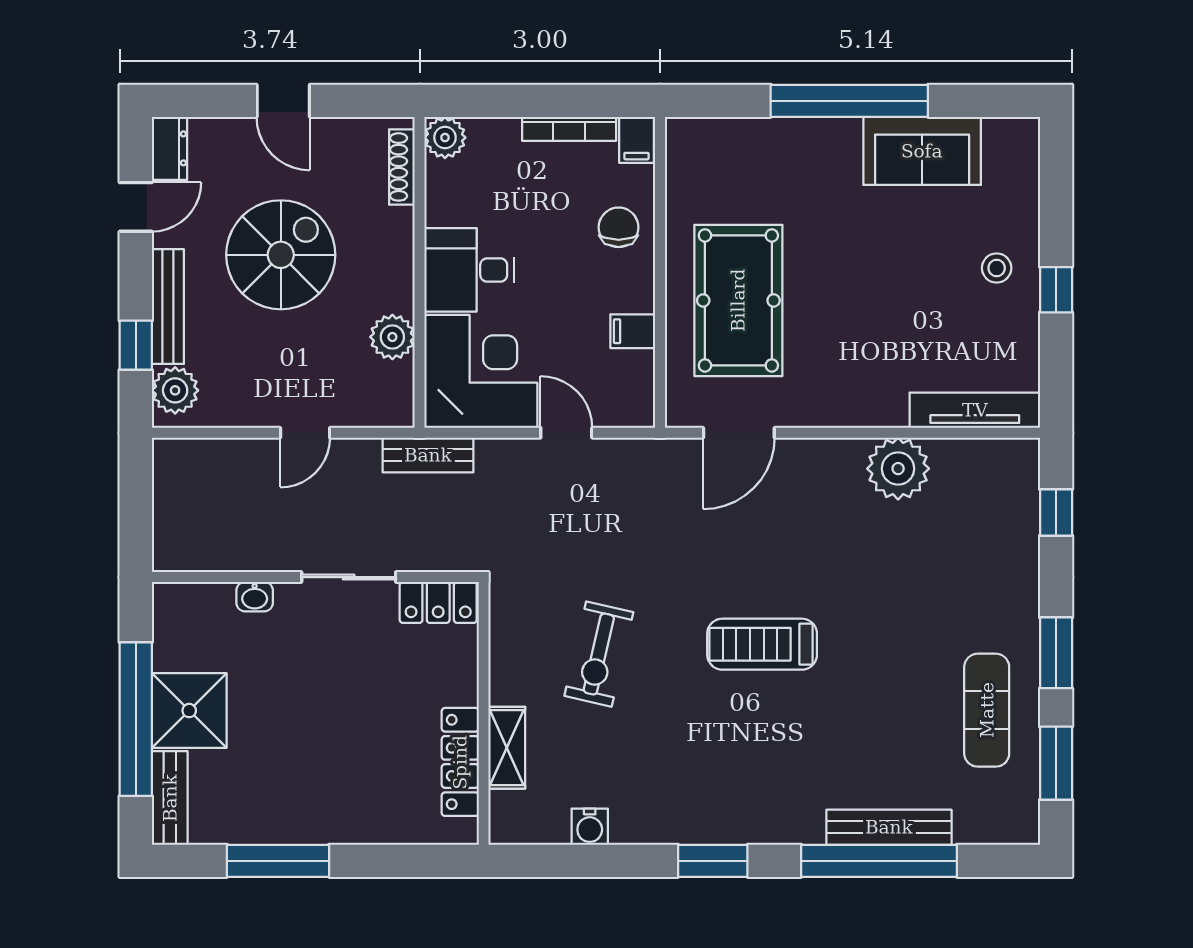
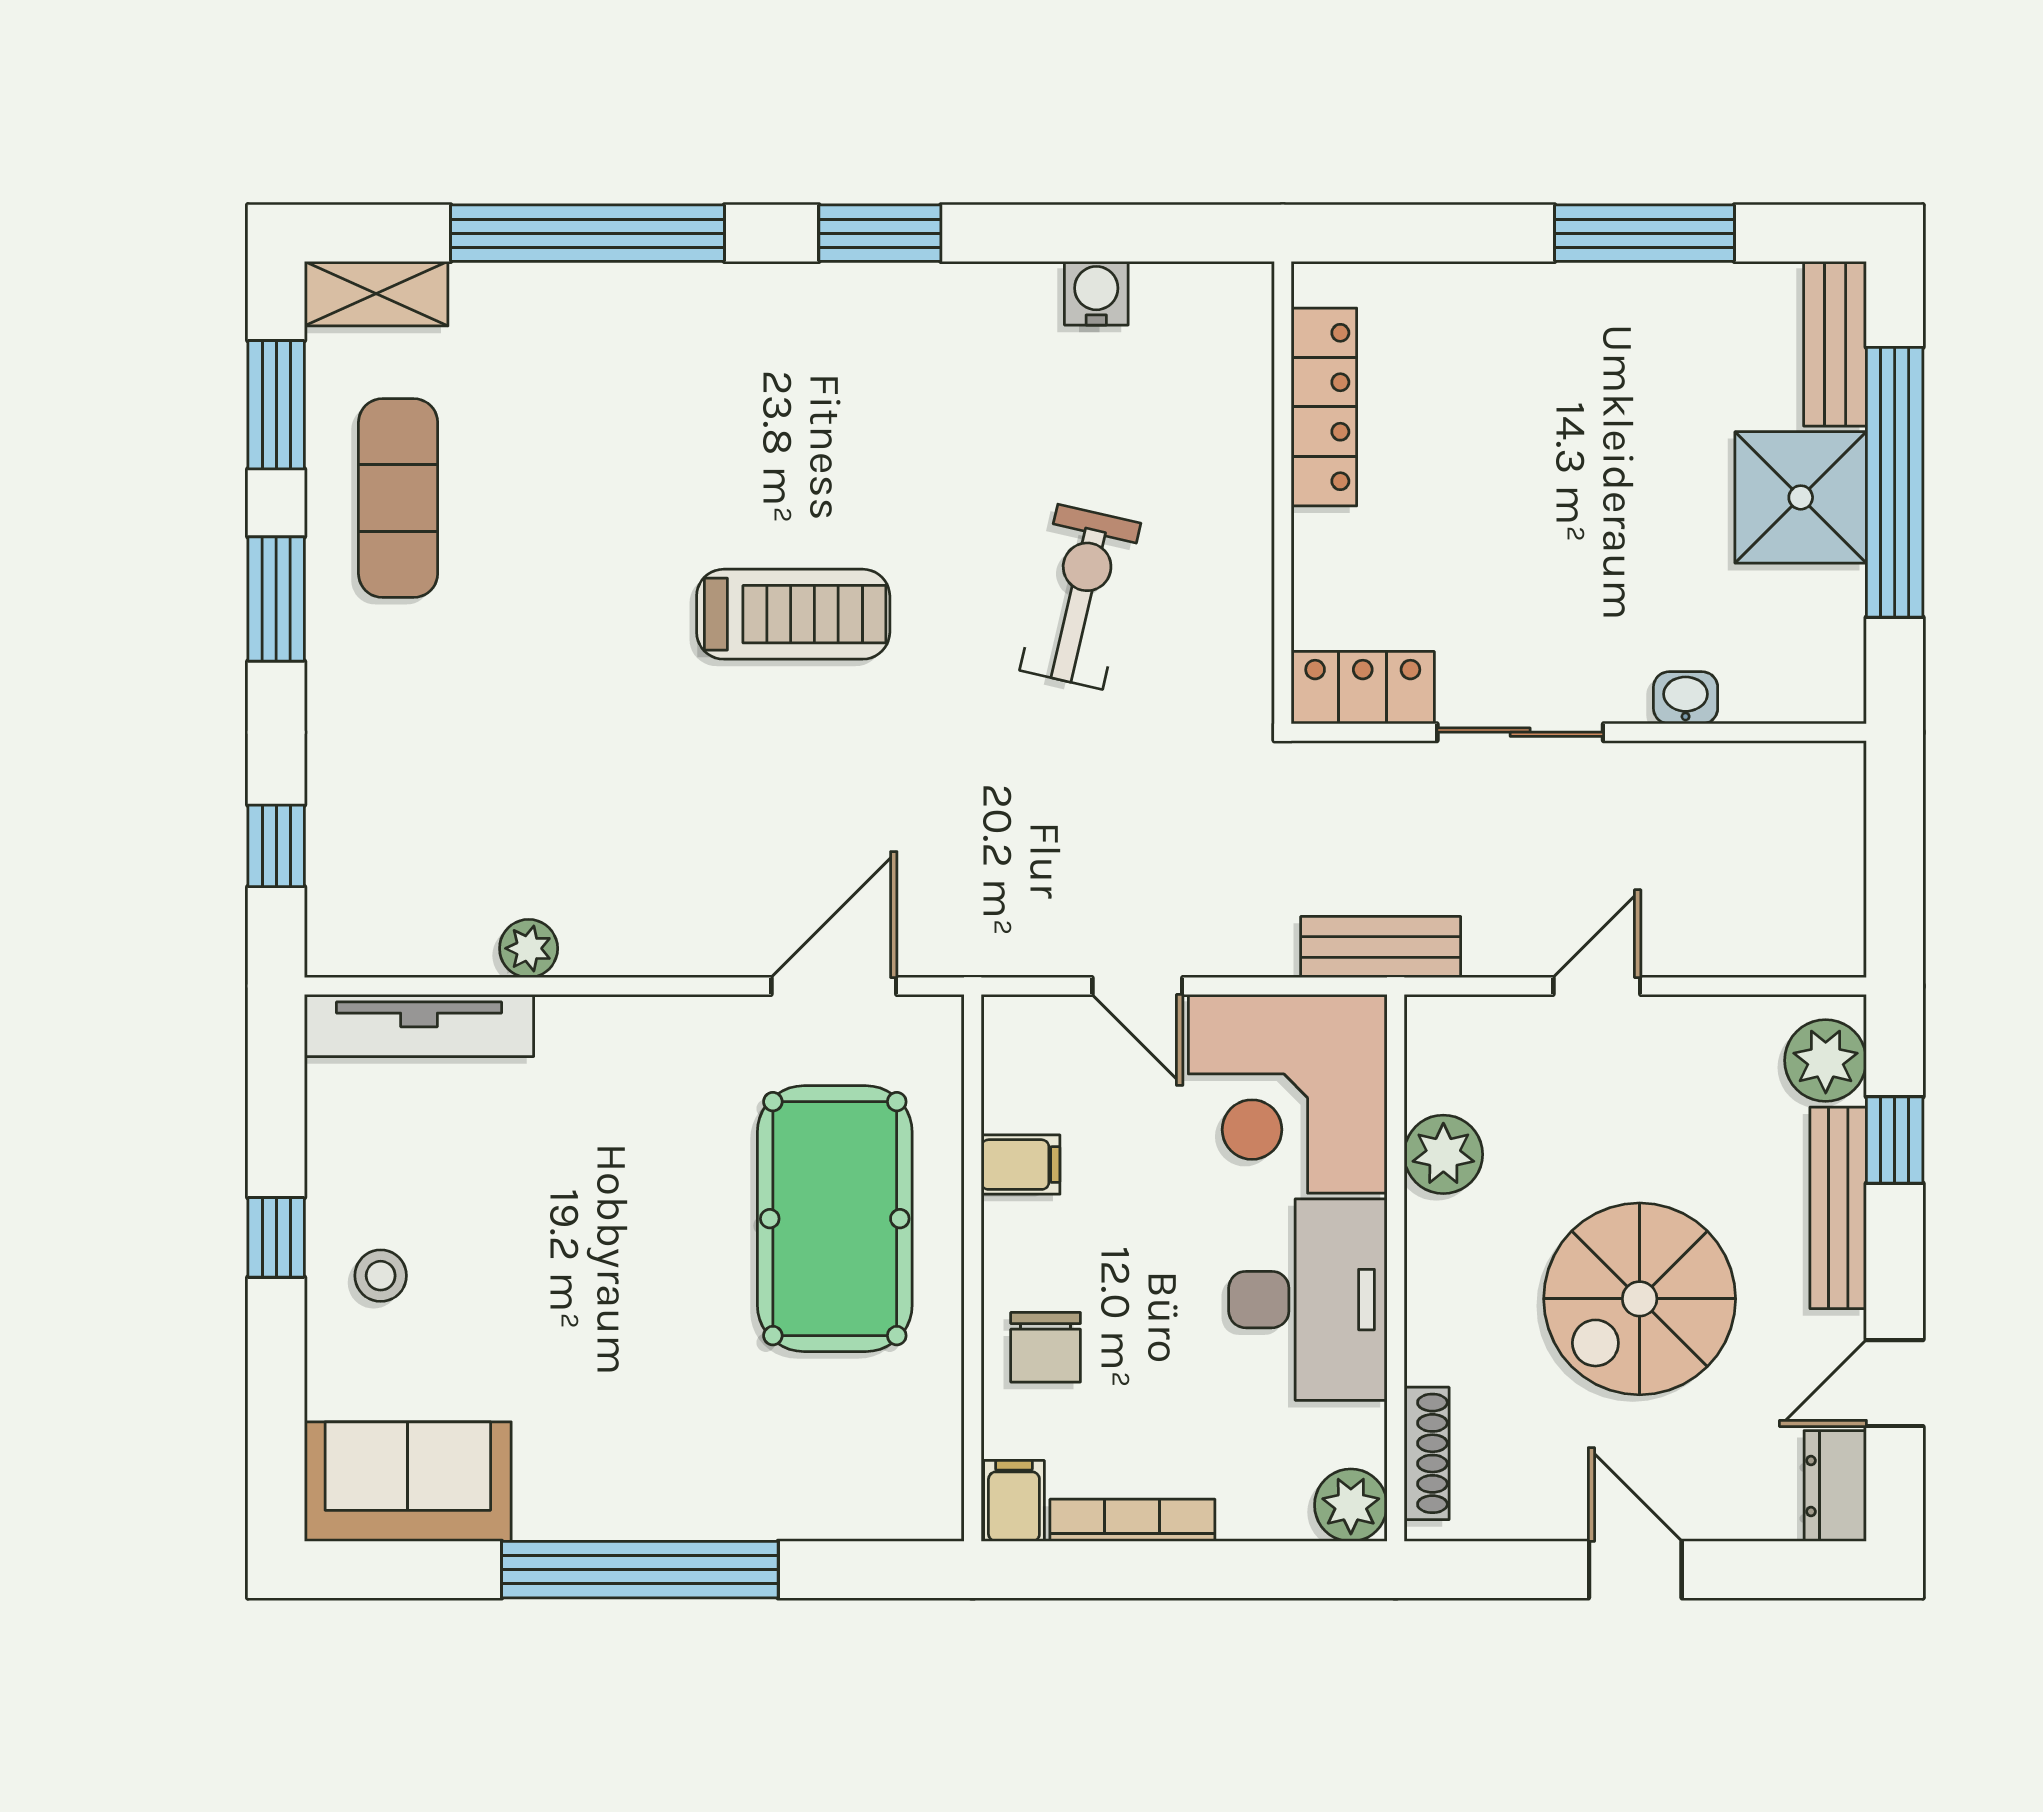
sofa: (922, 151) -> (408, 1482), moved
desk: (469, 270) -> (1308, 1300), width x1.37
plant: (898, 469) -> (529, 948), width x0.53, depth x0.53
shelving: (507, 748) -> (376, 294), moved, turned 90
bench: (889, 827) -> (570, 292), removed

